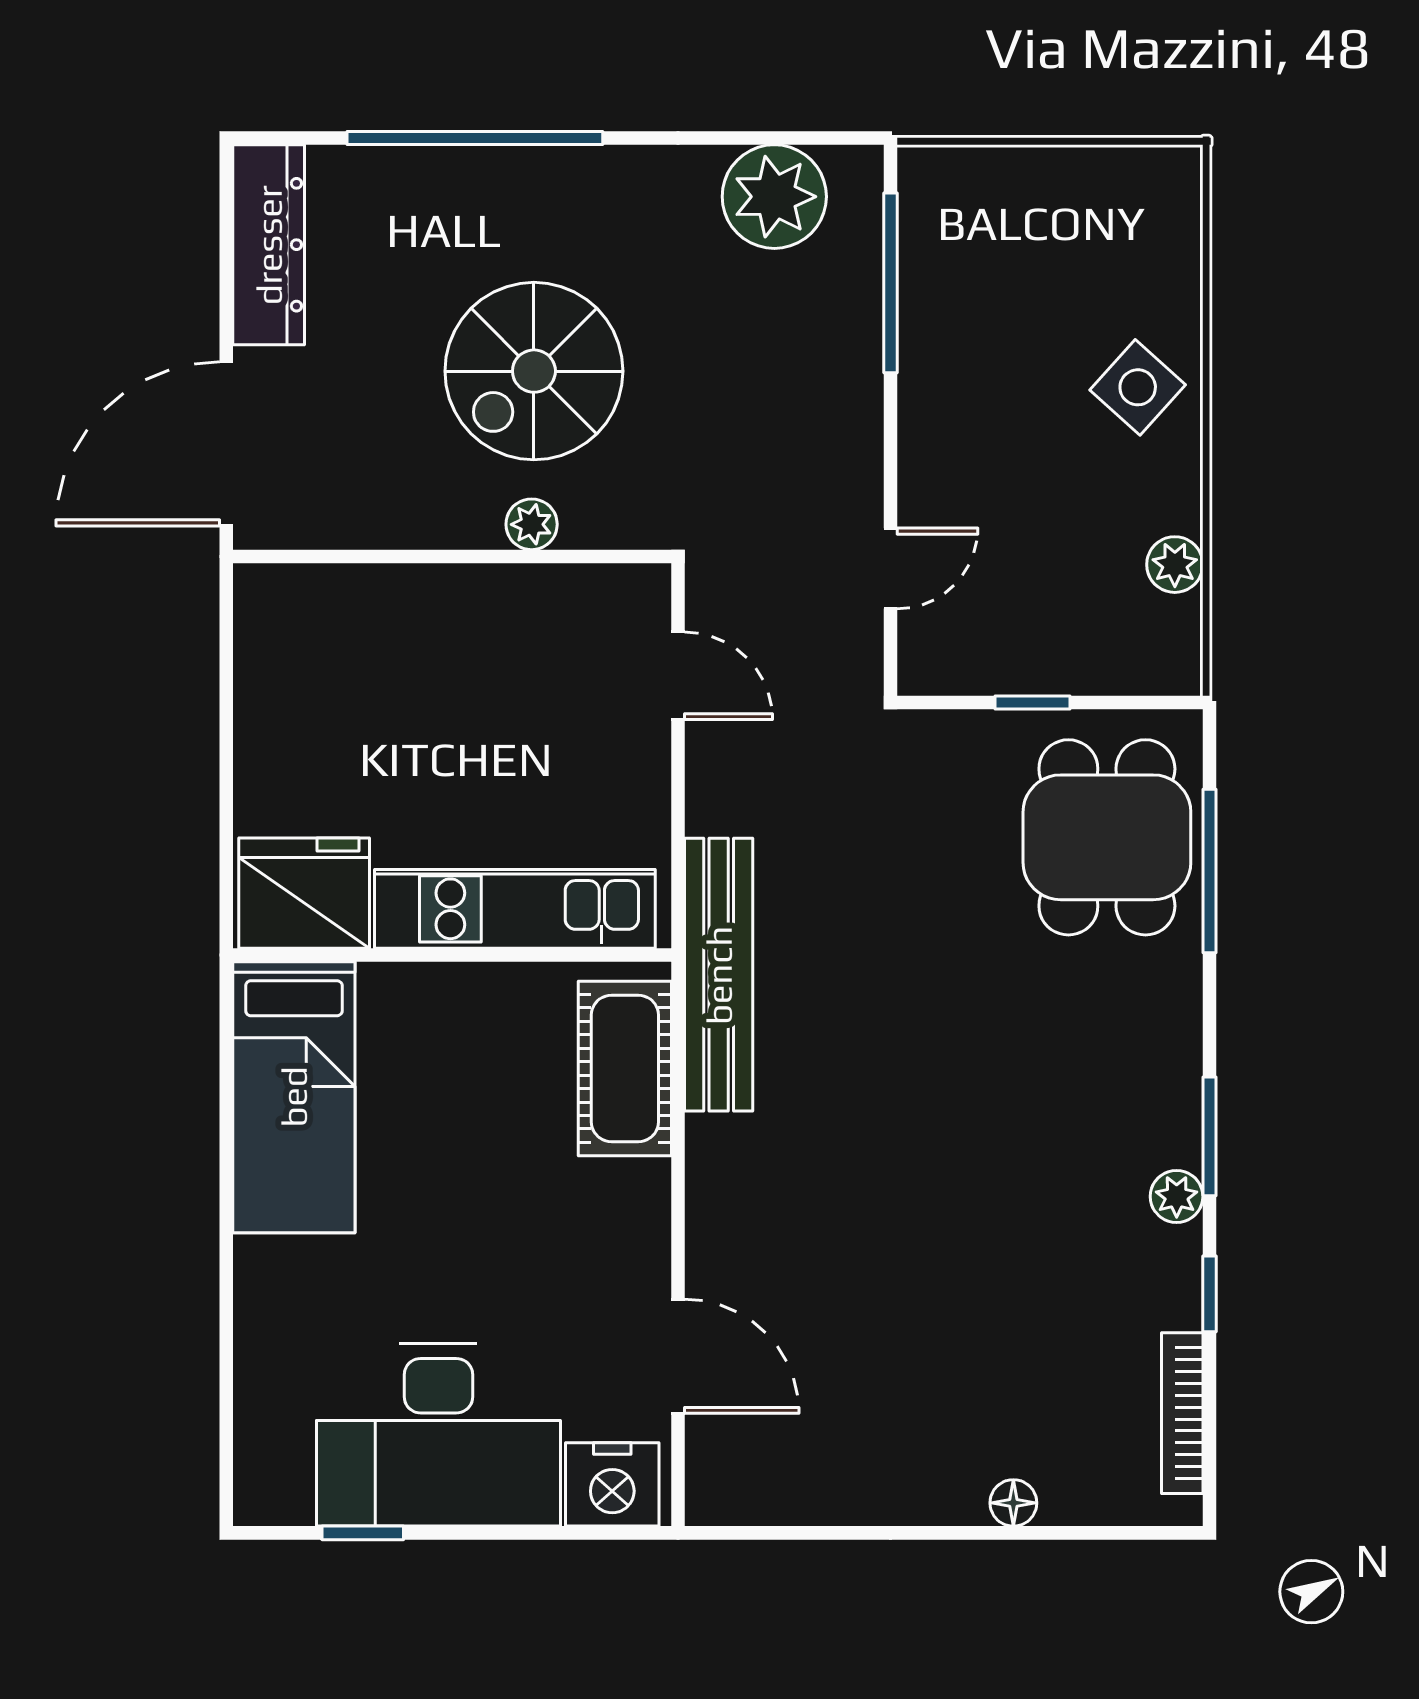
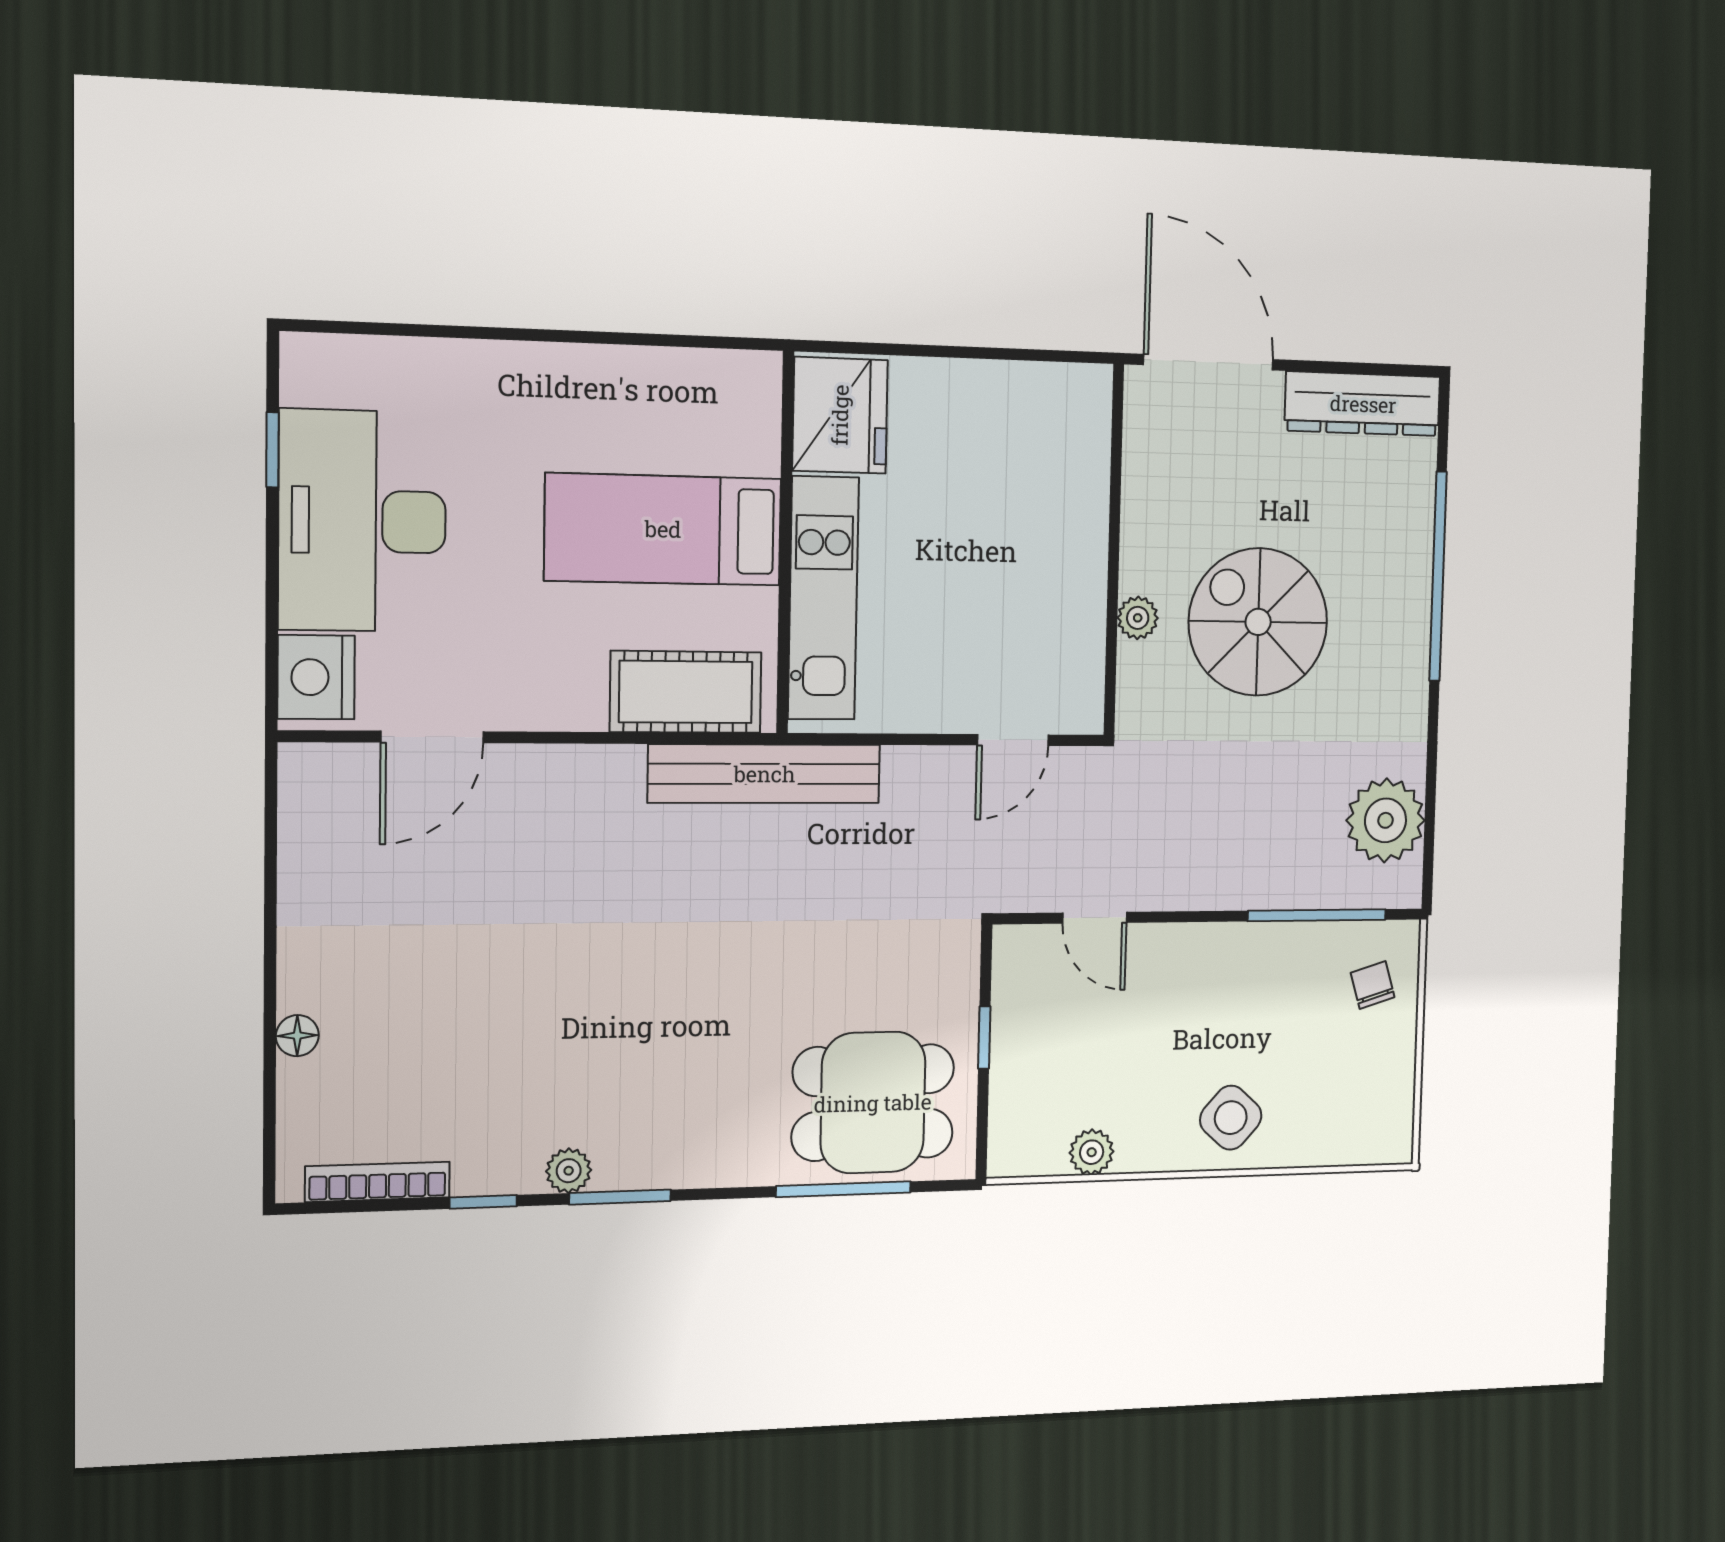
chair: (978, 206) -> (1373, 985), added
bed: (294, 1097) -> (663, 529), moved

